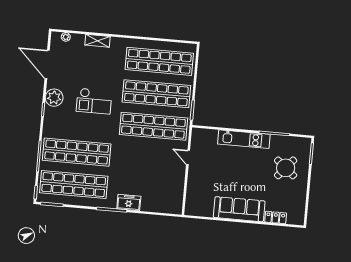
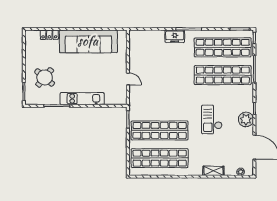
checkout: (94, 101) -> (212, 120), turned -90
shop shelf: (153, 126) -> (160, 103), removed
sofa: (239, 209) -> (88, 41), width x1.36, depth x1.27

